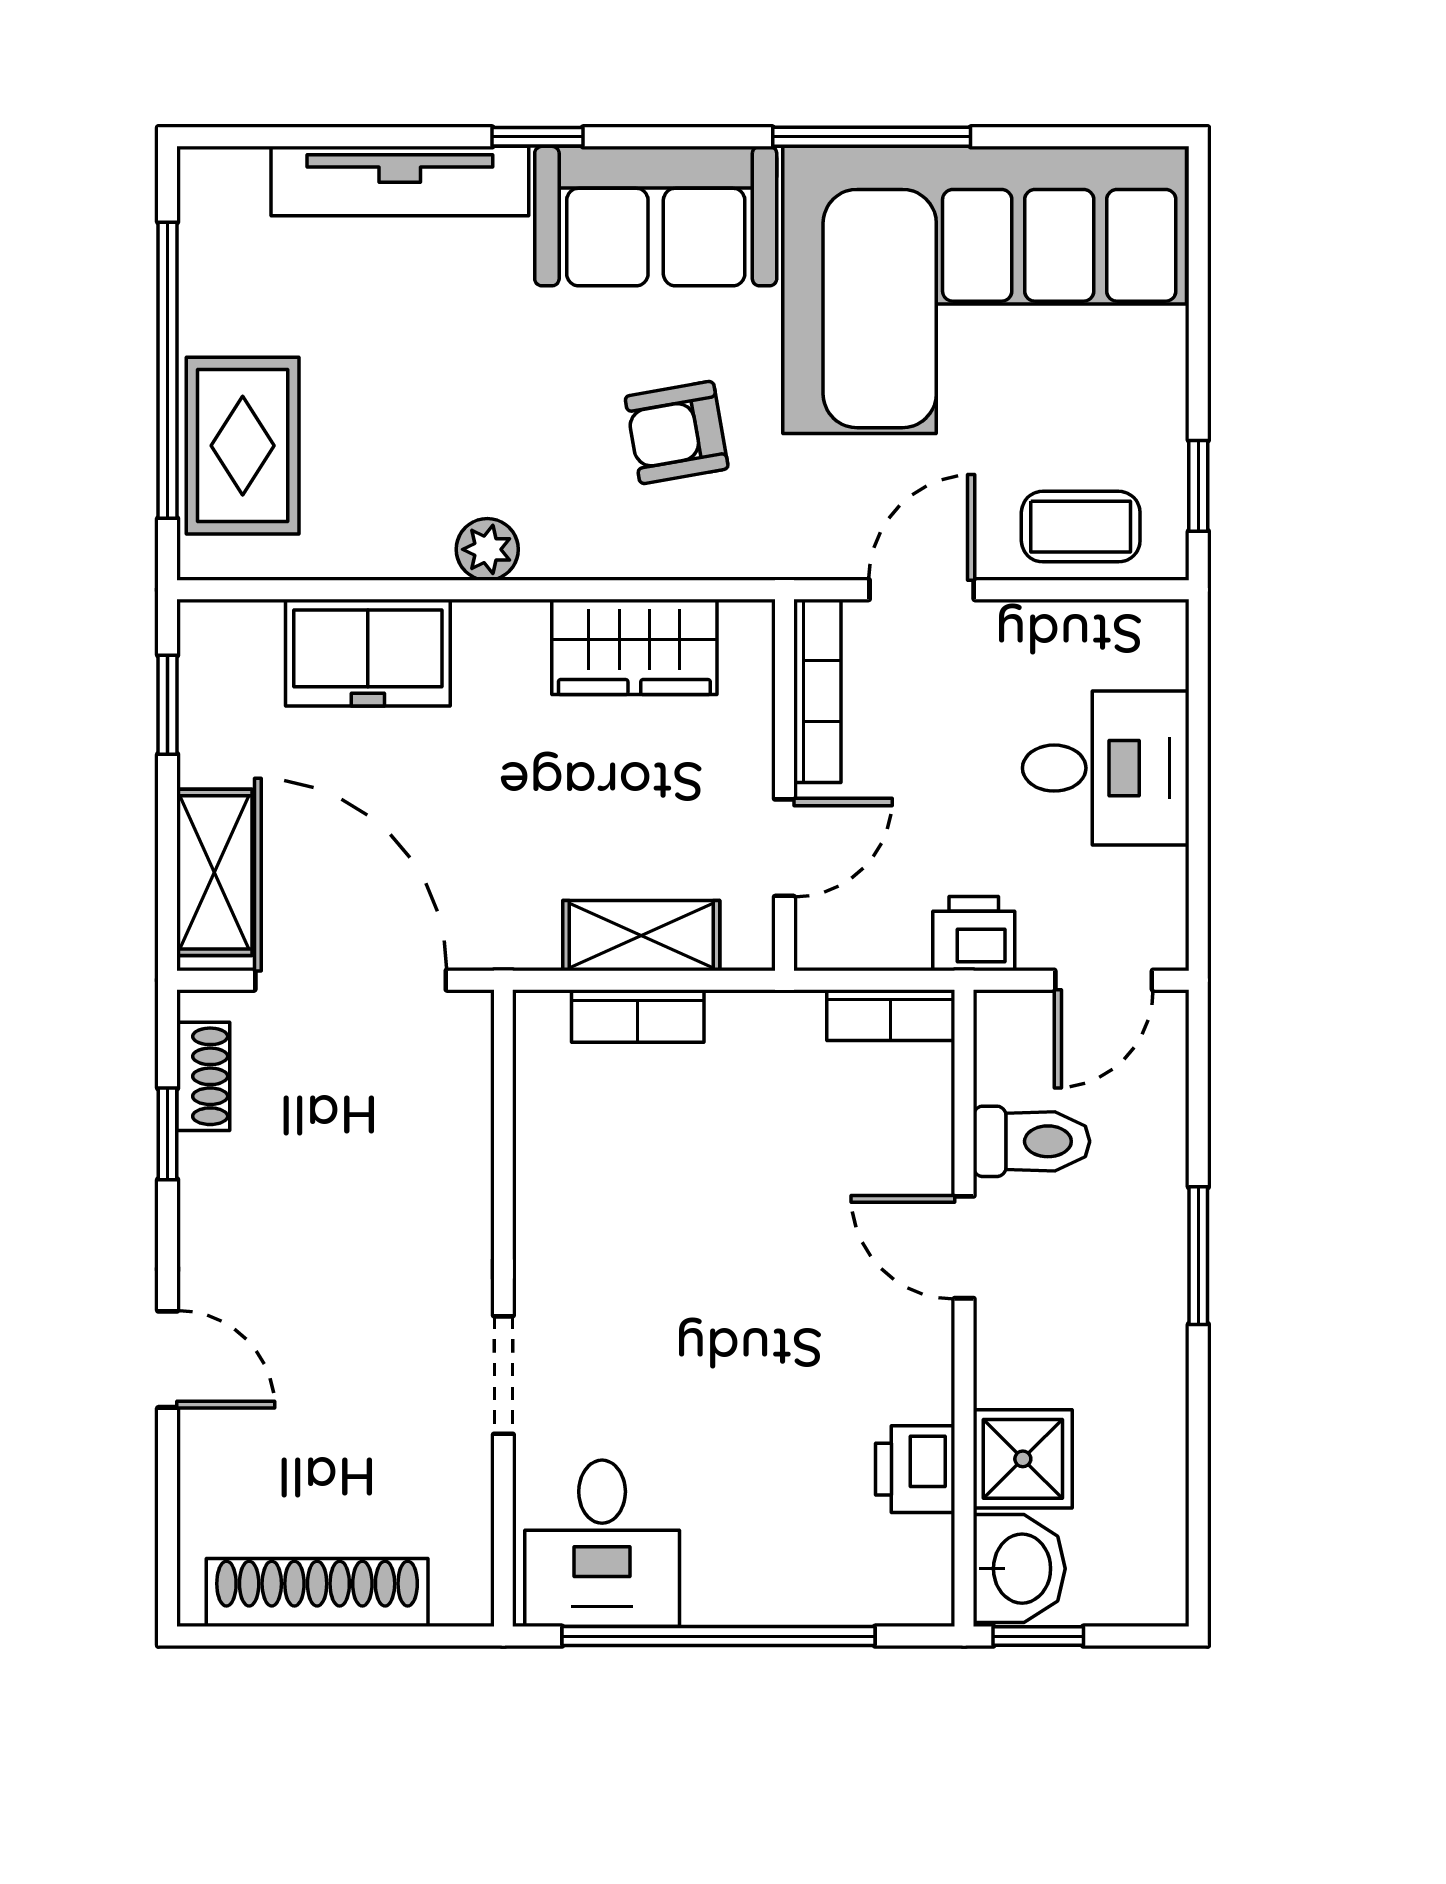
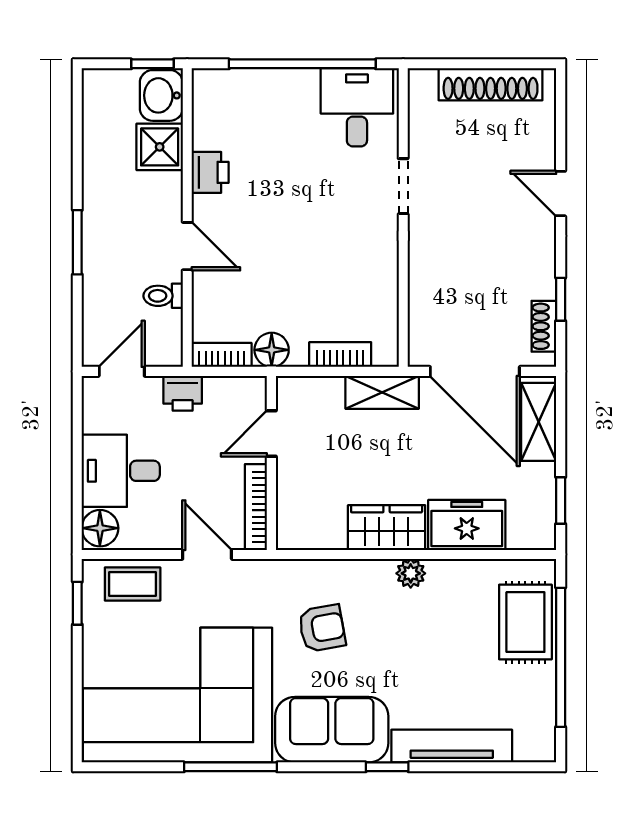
door: (922, 590) -> (207, 554), swing flipped
floor lamp: (1150, 646) -> (100, 528), added
wardrobe: (634, 647) -> (387, 528), moved
shelving: (641, 936) -> (382, 392), moved
floor lamp: (784, 1026) -> (272, 350), added
toilet: (1032, 1141) -> (163, 296), width x0.73, depth x0.72
printer: (915, 1469) -> (210, 172), moved

